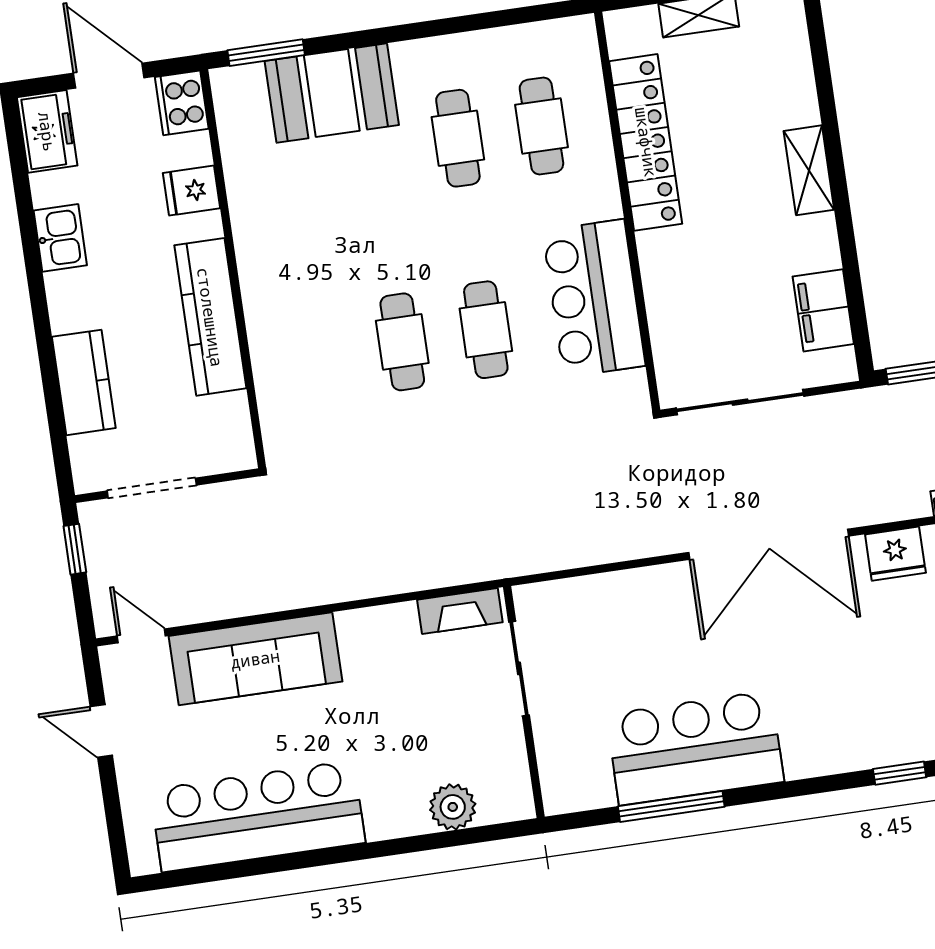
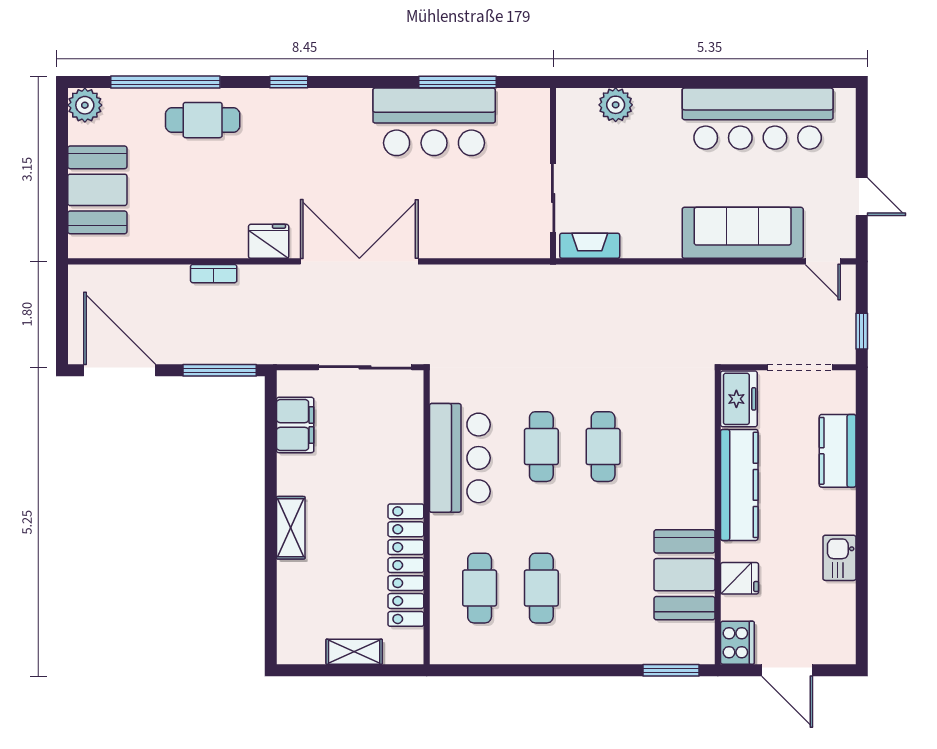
booth: (332, 93) -> (684, 575), moved, turned 90
freezer: (47, 131) -> (739, 399), moved, turned 180

